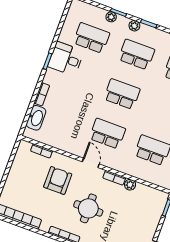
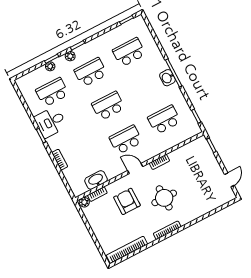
washbasin: (36, 118) -> (96, 180), moved, turned -90
plant: (130, 185) -> (84, 202), moved

